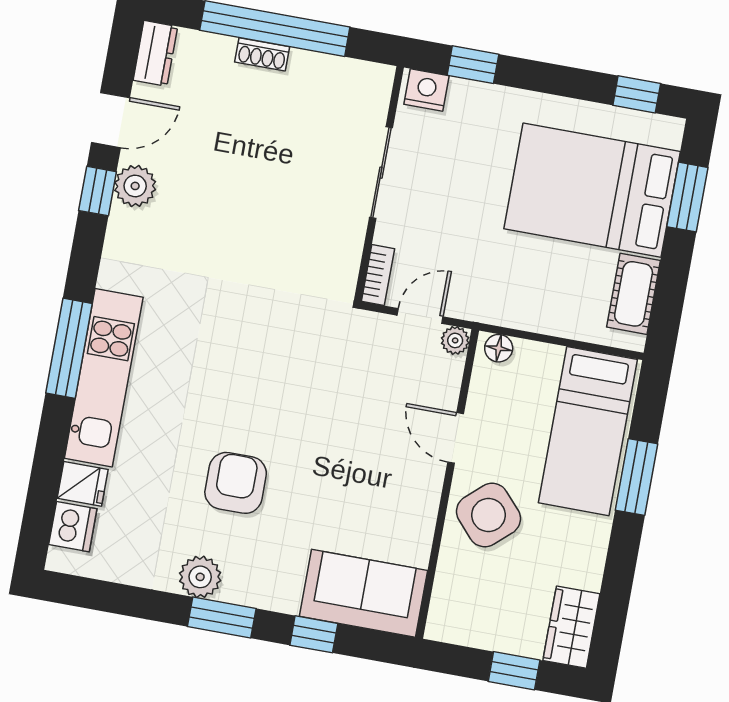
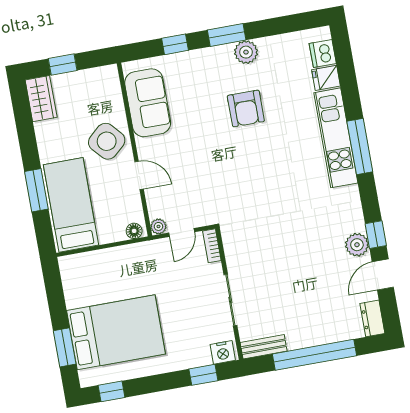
shoe rack: (262, 54) -> (316, 339), removed
bench: (355, 74) -> (264, 347), added
cot: (634, 294) -> (74, 286), removed
sofa: (364, 593) -> (148, 103), moved, turned -90

